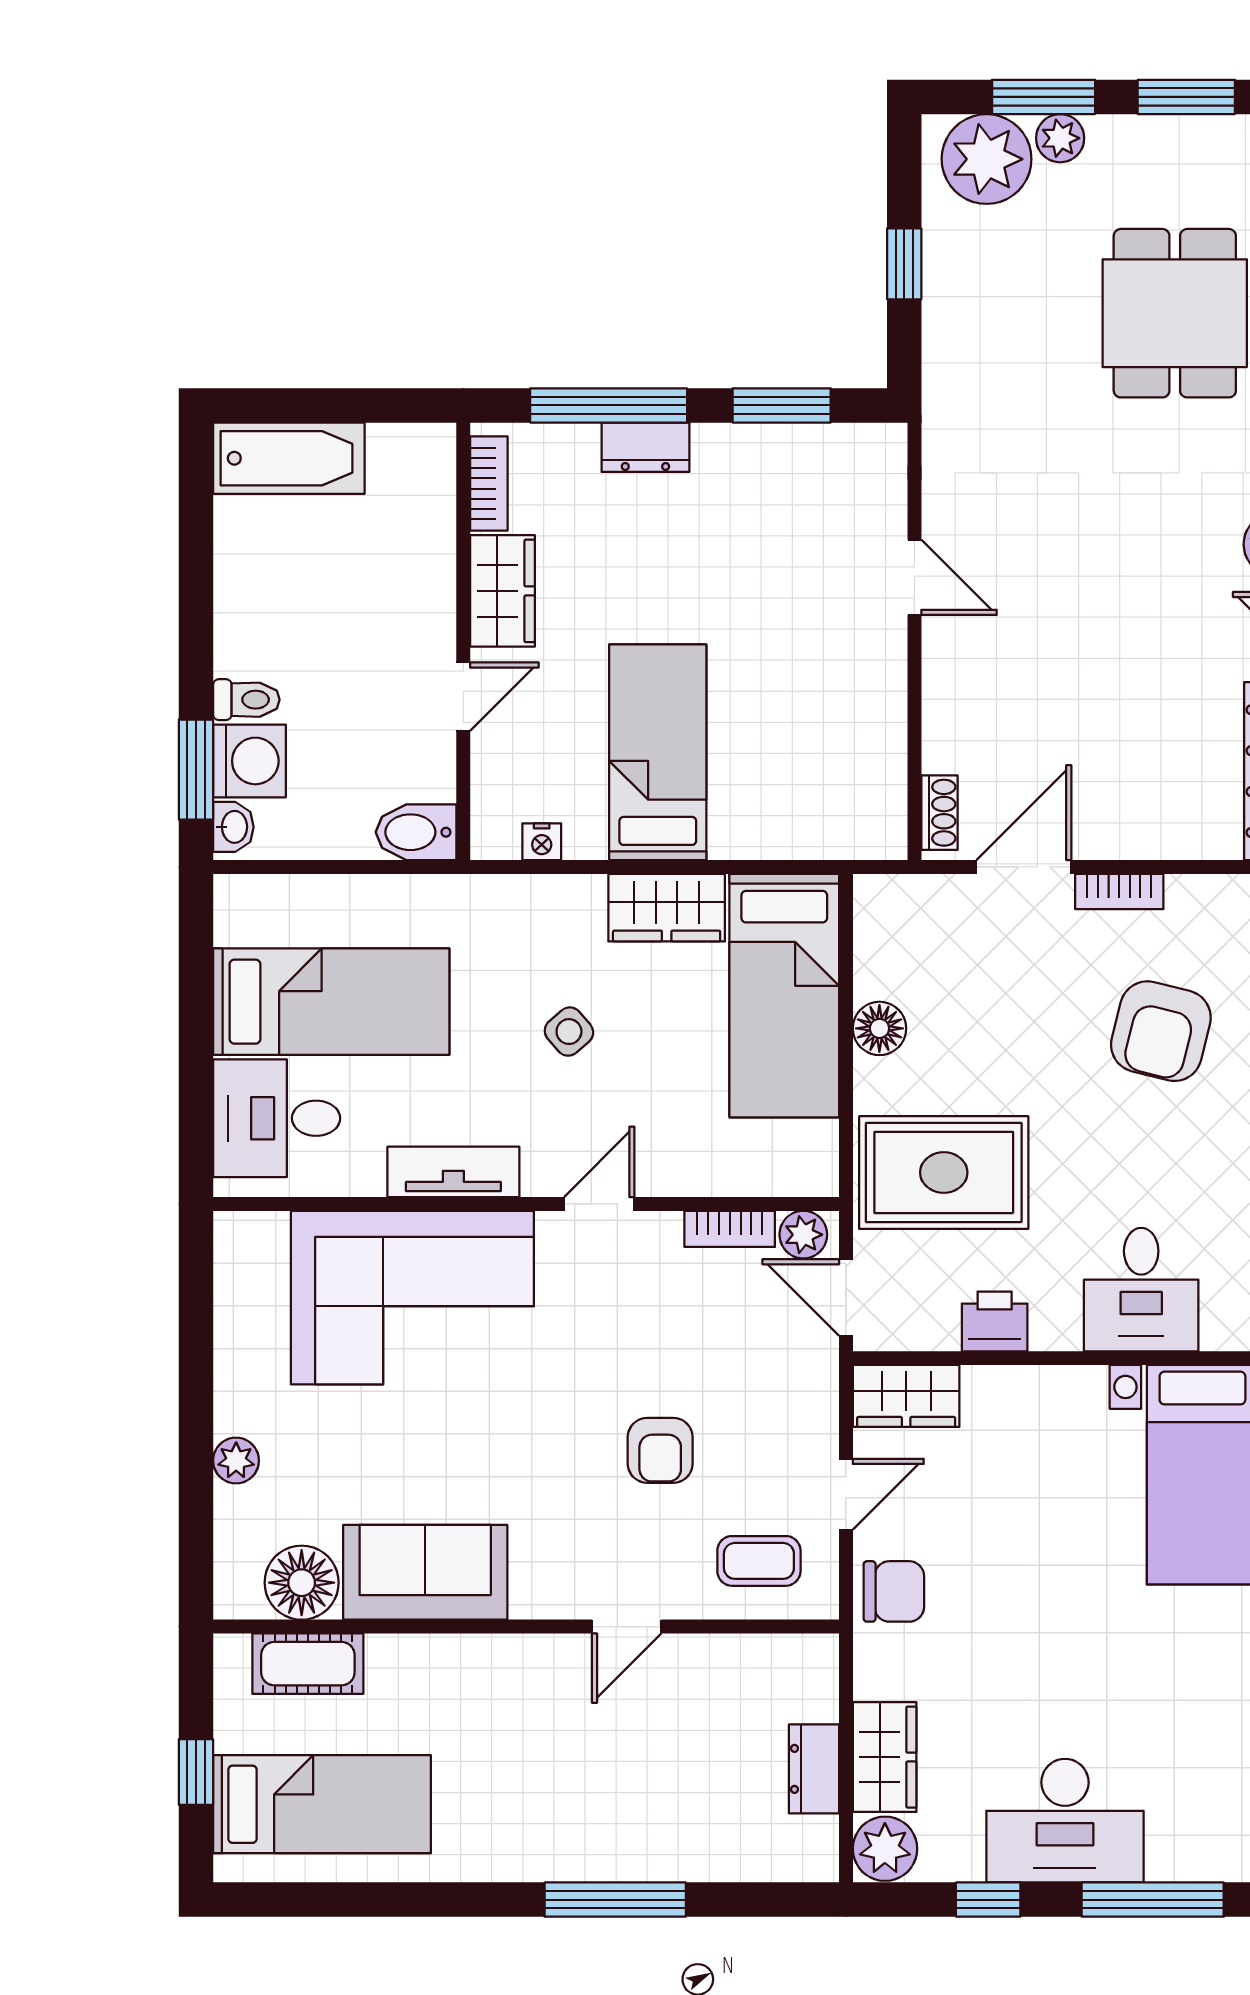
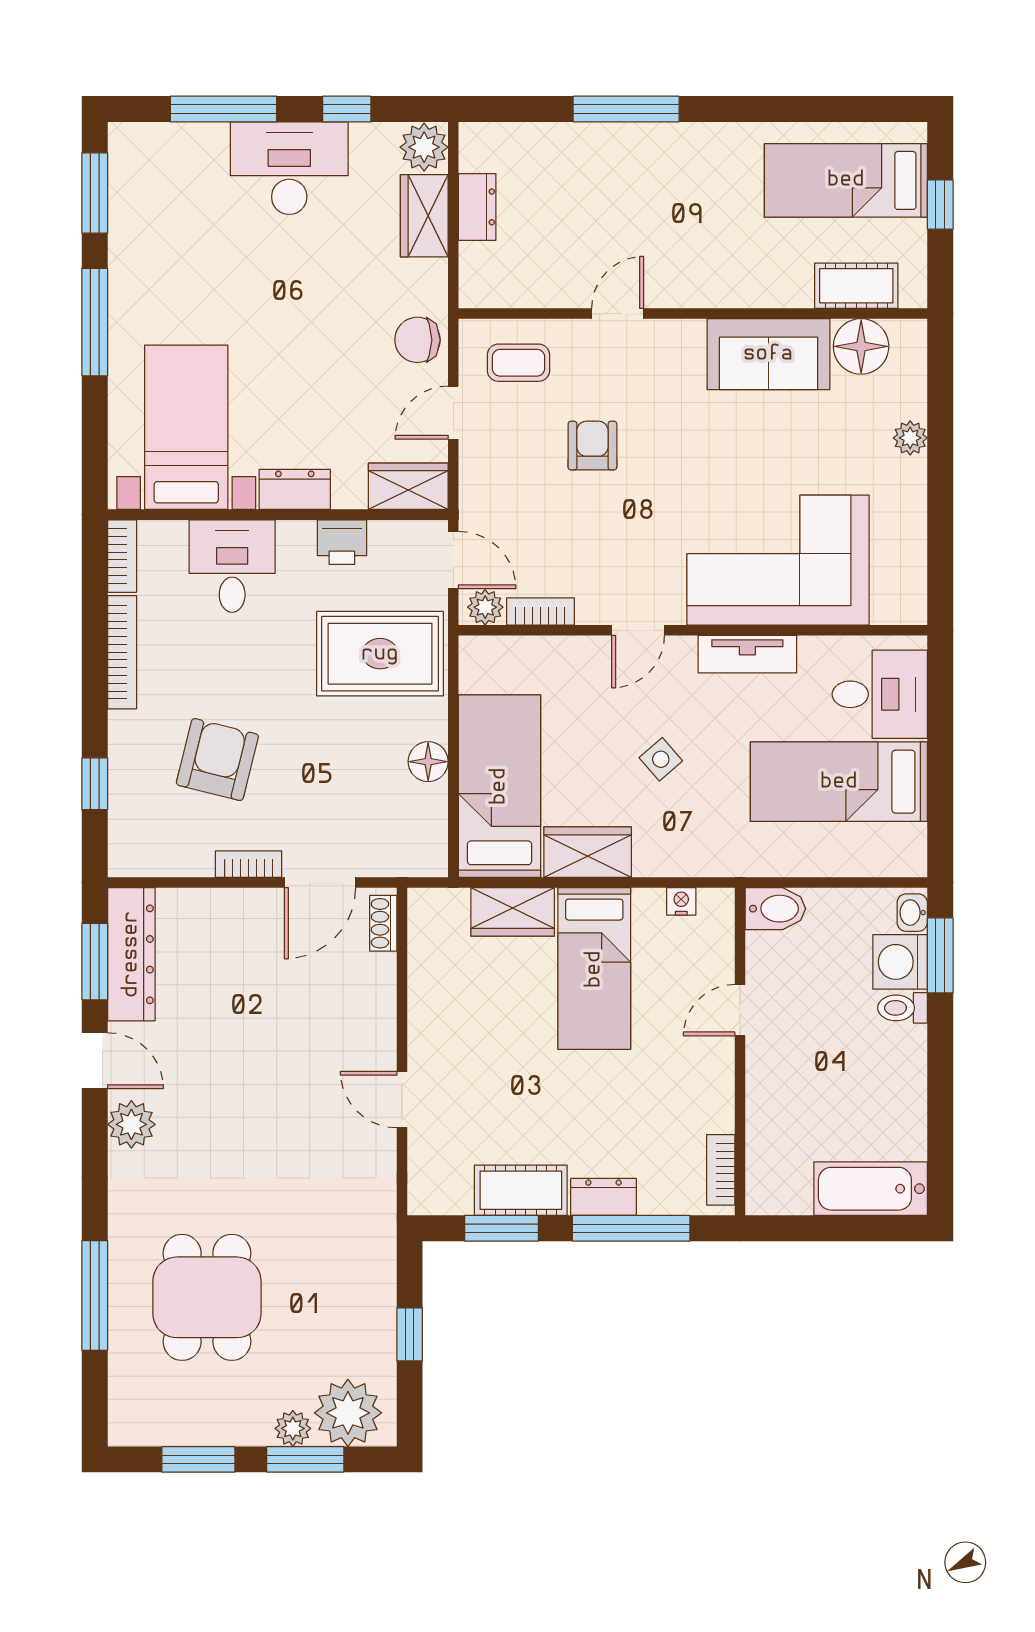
cot: (756, 456) -> (521, 1190), added
wardrobe: (502, 591) -> (513, 912), moved, turned -90
dresser: (1058, 1392) -> (295, 489), added

